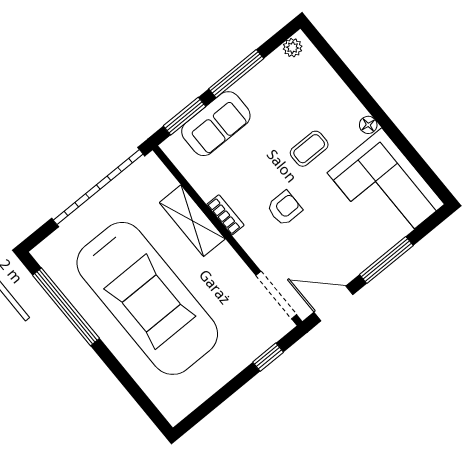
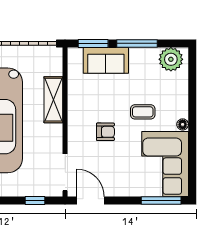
plant: (293, 48) -> (171, 59), width x1.88, depth x1.88
bookcase: (225, 215) -> (73, 111), removed
window: (386, 260) -> (161, 200), moved

